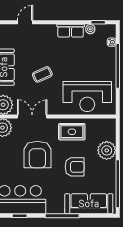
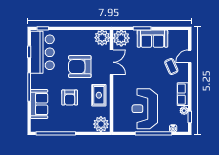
door: (25, 22) -> (190, 56), swing flipped
coffee table: (42, 74) -> (171, 66), moved
reception desk: (87, 97) -> (145, 109), moved
plant: (107, 150) -> (101, 124), moved
sofa: (89, 204) -> (39, 104), width x0.73

